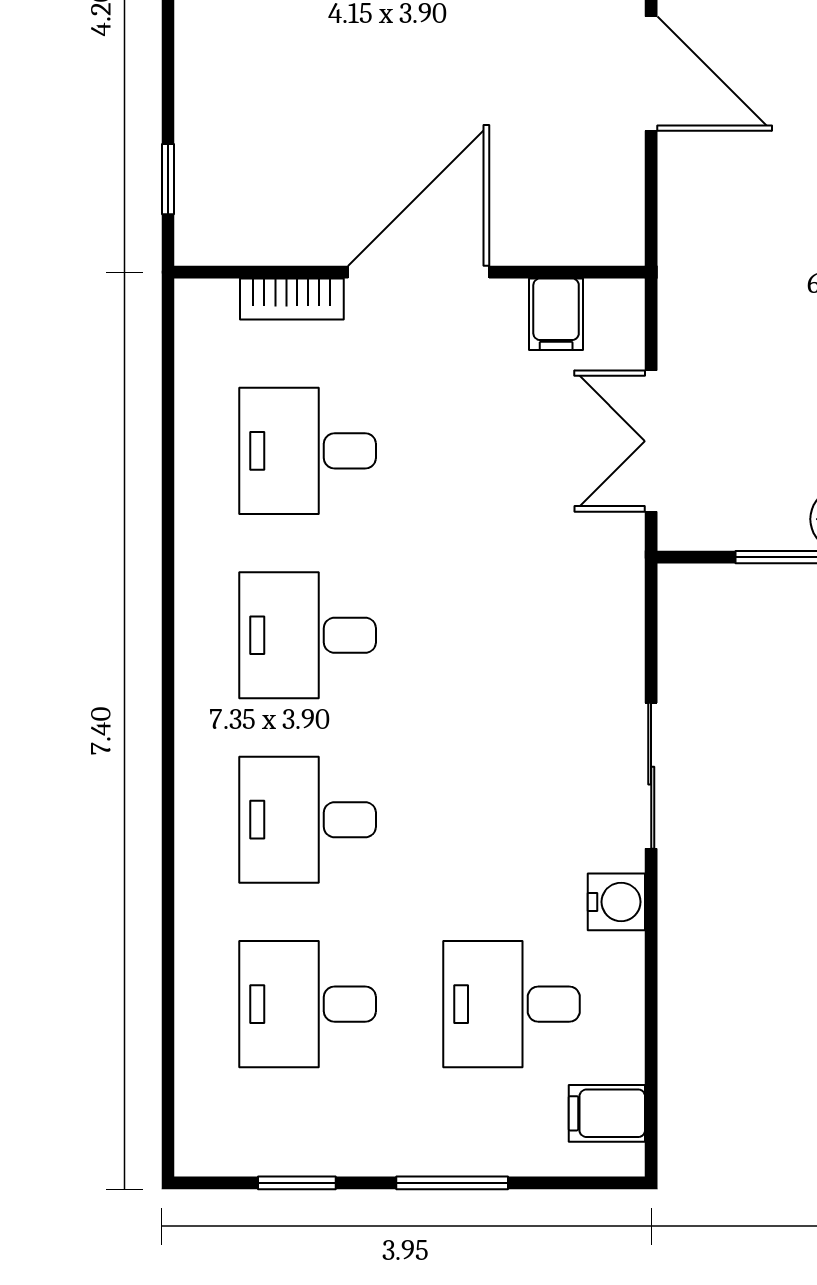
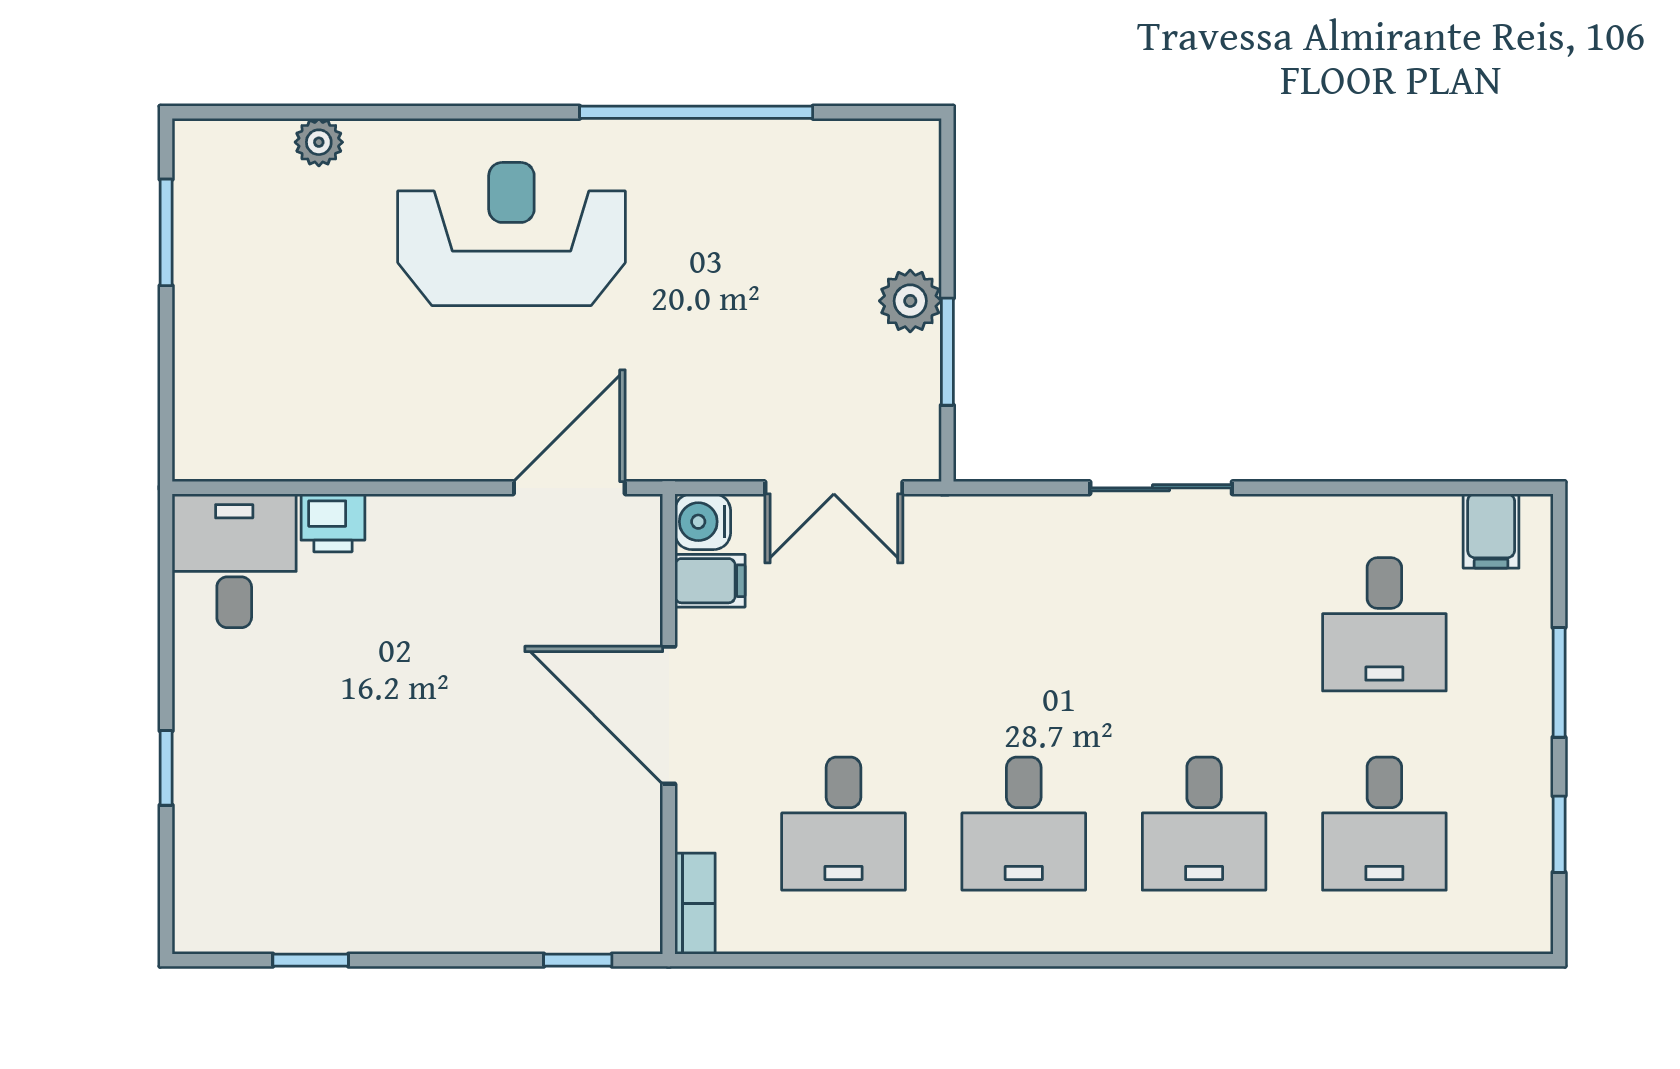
door: (651, 74) -> (569, 488), moved
bookcase: (292, 299) -> (695, 904), moved
water cooler: (616, 902) -> (703, 522), moved, turned -90

